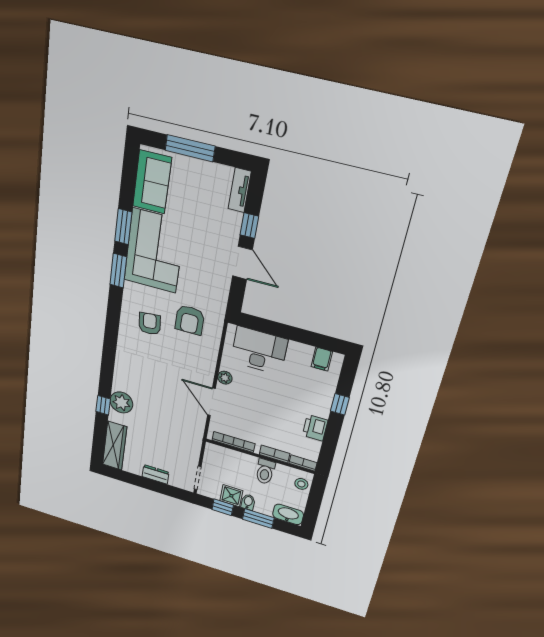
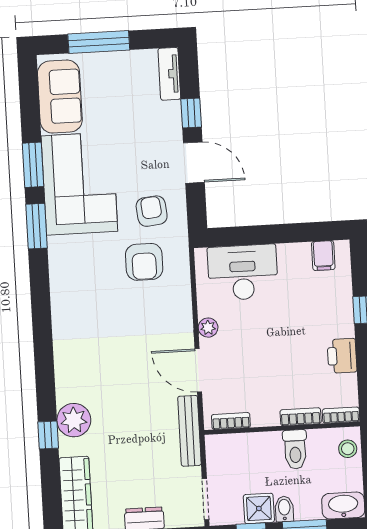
armchair: (150, 324) -> (152, 211), moved
bench: (197, 436) -> (189, 431), added
bookcase: (233, 442) -> (231, 421), width x0.64

